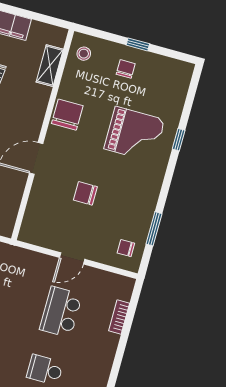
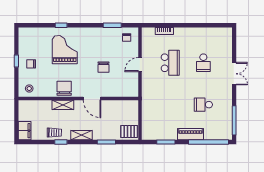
shelving: (50, 66) -> (63, 105), moved
chair: (67, 115) -> (64, 88), turned 90
door: (72, 258) -> (140, 65), swing flipped
school desk: (61, 312) -> (170, 63), turned -90

